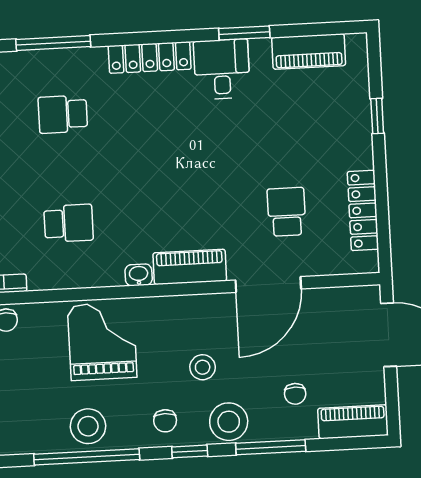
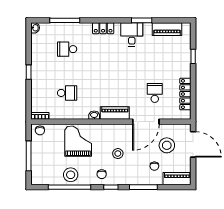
locker: (150, 58) -> (103, 28), width x0.66
stool: (229, 422) -> (167, 145), moved

